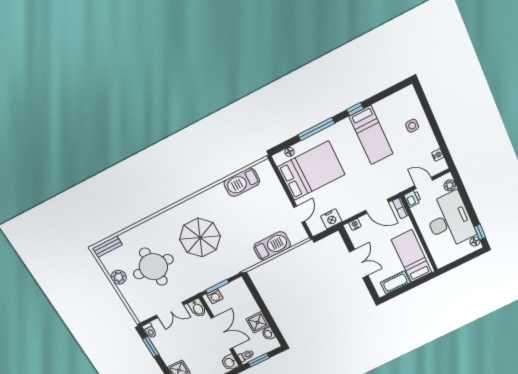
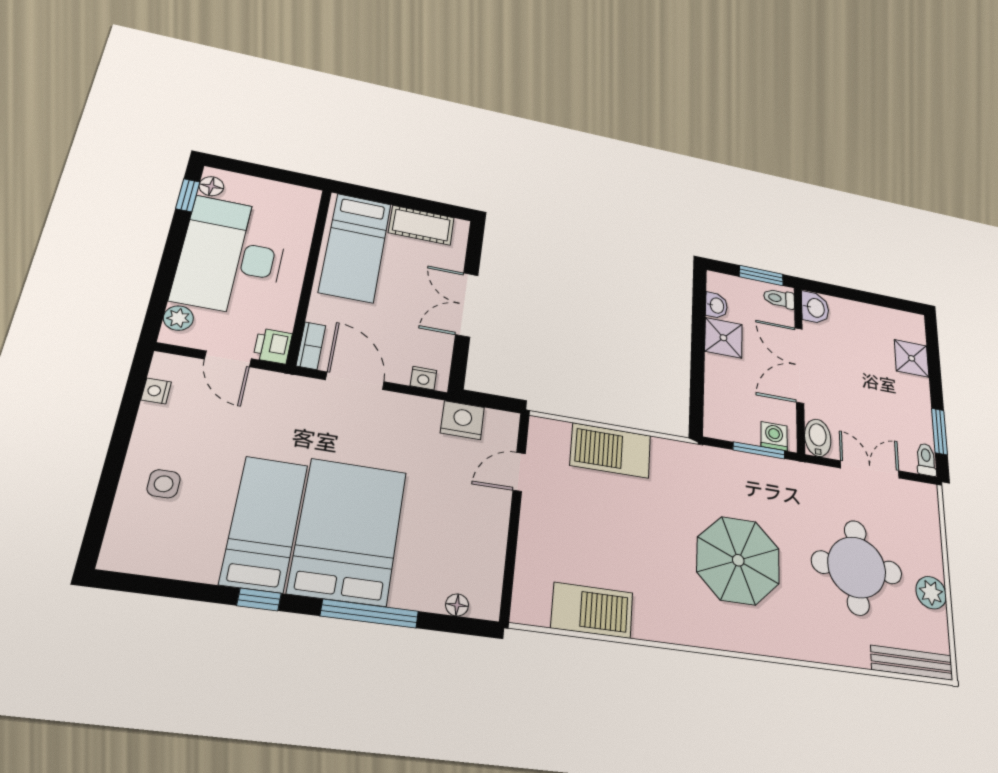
bed: (311, 171) -> (348, 531), moved, turned 90
bench: (107, 247) -> (912, 663), width x1.36

